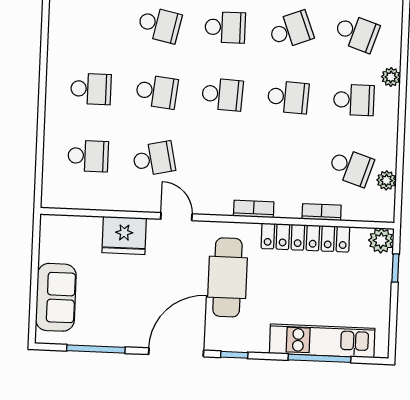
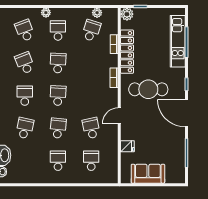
school desk: (357, 33) -> (25, 30), turned -39
fridge: (124, 235) -> (127, 146), width x0.53, depth x0.75
sofa: (56, 297) -> (148, 174), moved

